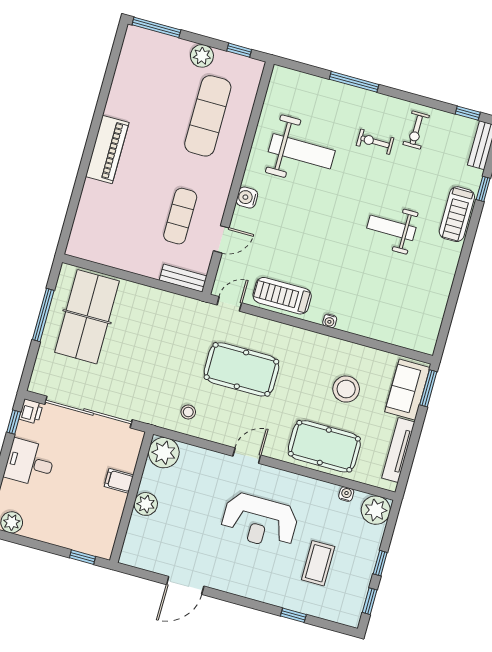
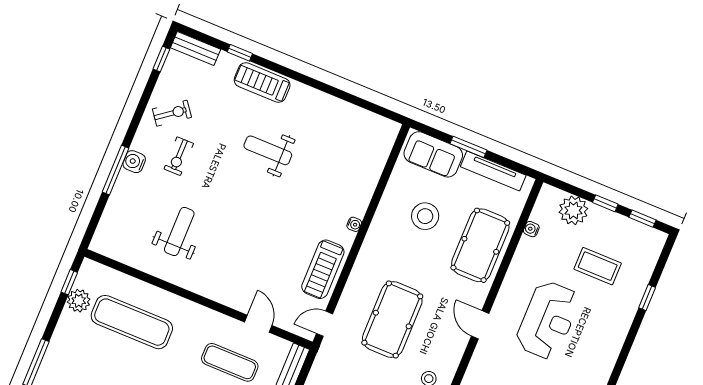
plant: (202, 56) -> (79, 301), moved
exercise bike: (416, 130) -> (172, 113), turned -37
weight bench: (302, 151) -> (179, 232), width x0.73, depth x0.75
water cooler: (247, 198) -> (134, 162), moved, turned 90
treadmill: (457, 214) -> (262, 83), turned 180
weight bench: (391, 228) -> (268, 150), turned 90
door: (229, 304) -> (325, 324), hinge flipped
window: (428, 388) -> (468, 147), moved
plant: (376, 510) -> (573, 210), moved

